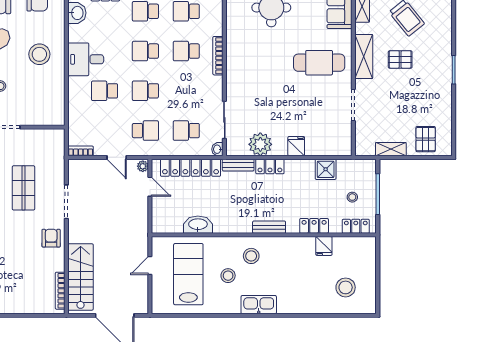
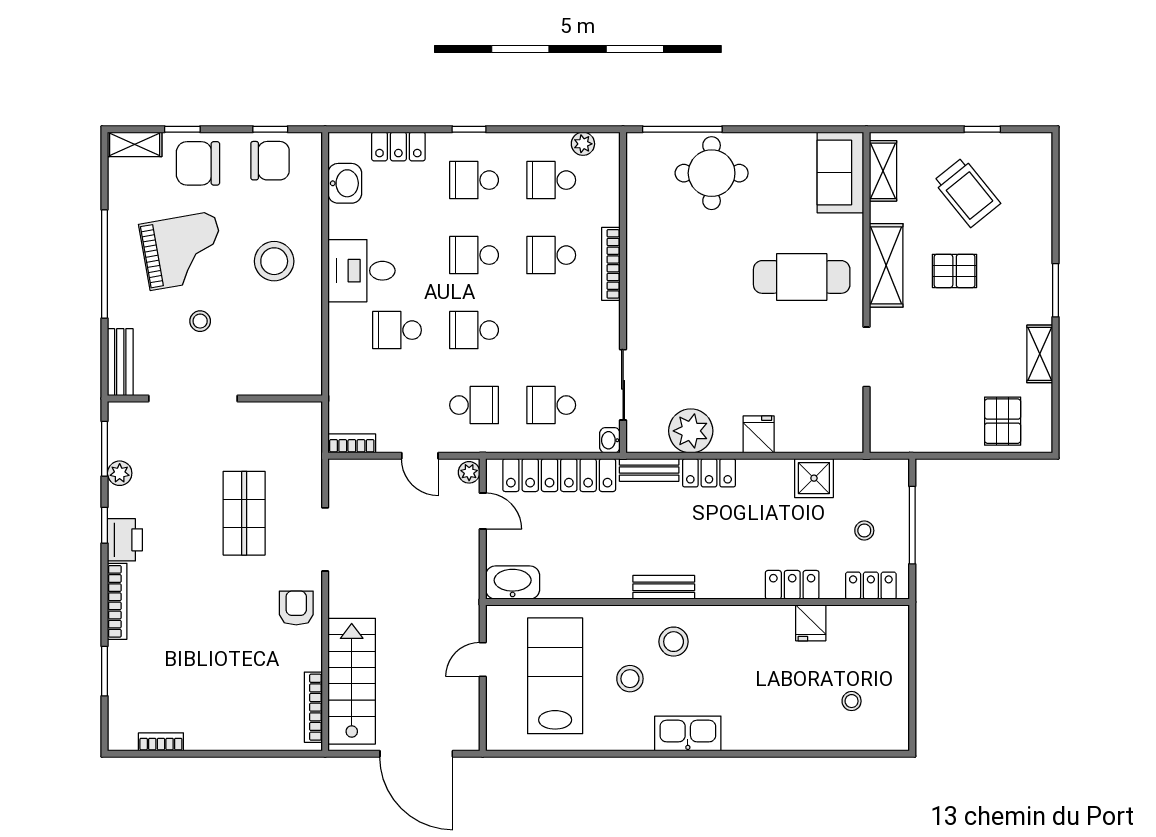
shelving: (391, 149) -> (1040, 354), moved, turned 90
washbasin: (198, 225) -> (513, 583), moved
bench: (269, 227) -> (664, 587), moved
stool: (346, 287) -> (852, 701), width x0.53, depth x0.53

